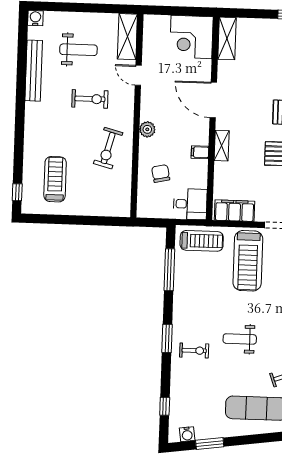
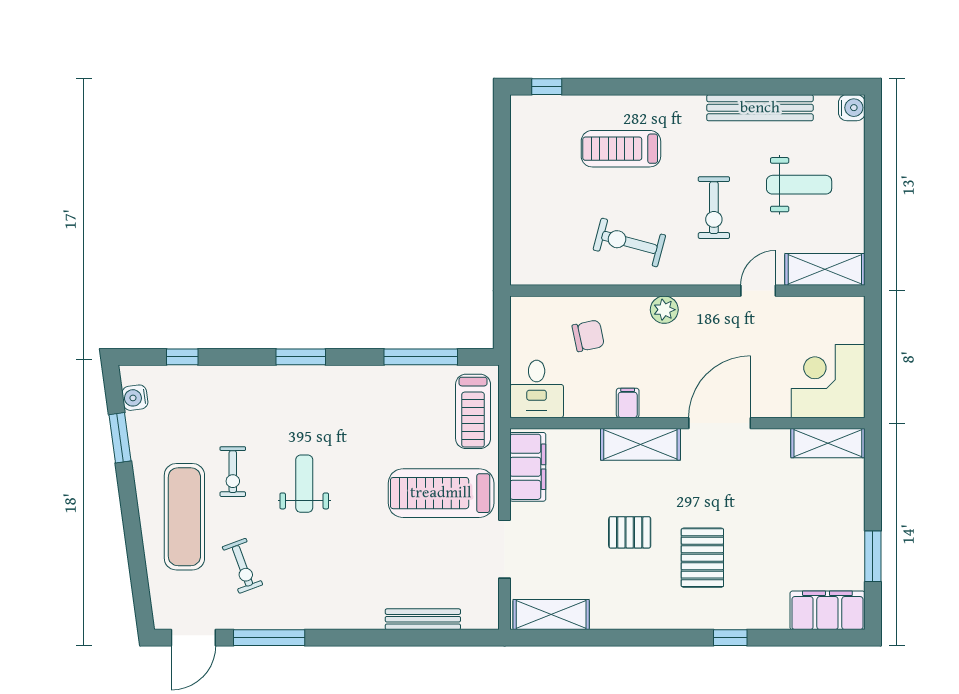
weight bench: (78, 50) -> (799, 185), turned -90
shelving: (222, 146) -> (640, 444), width x1.50, depth x1.33
treadmill: (55, 179) -> (621, 149), moved, turned 180
exercise bike: (194, 350) -> (233, 472), moved

